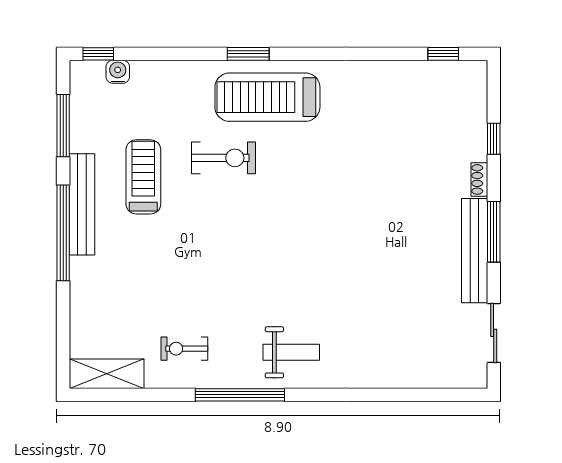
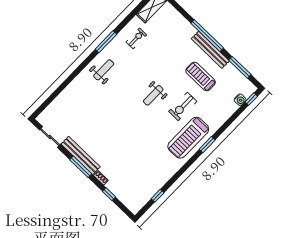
window: (443, 54) -> (158, 196), moved
treadmill: (267, 97) -> (188, 138), turned 180
treadmill: (143, 177) -> (201, 77), turned 180
weight bench: (253, 226) -> (153, 95), added
weight bench: (291, 352) -> (104, 70), turned 180
window: (240, 395) -> (106, 42), width x0.68

